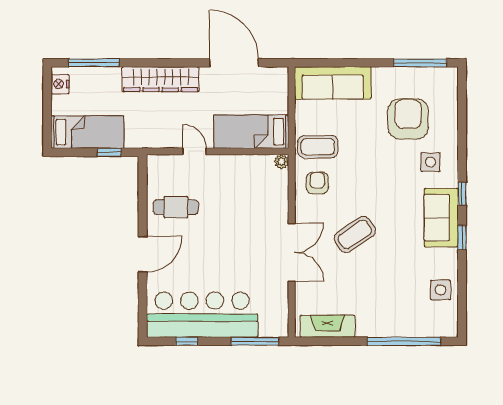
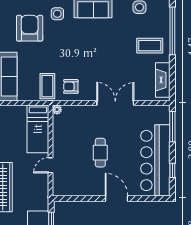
armchair: (408, 119) -> (30, 28), turned 90
cafe table: (176, 207) -> (100, 153), moved
coffee table: (355, 234) -> (150, 46), moved, turned -56

